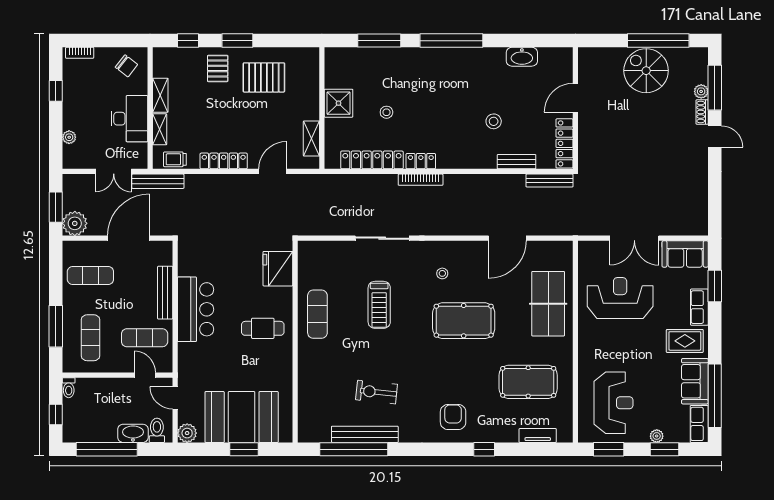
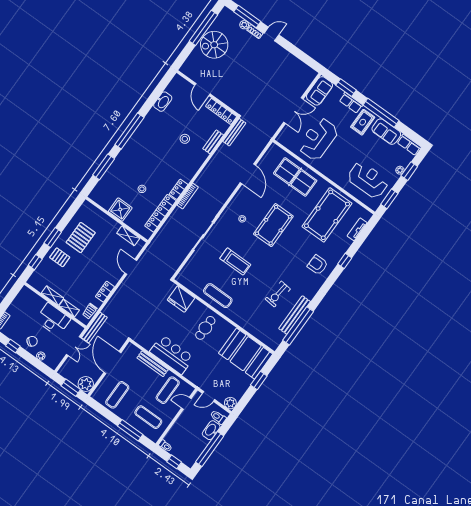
chair: (126, 66) -> (32, 341), moved
locker: (224, 161) -> (105, 292), width x0.66
pool table: (528, 382) -> (327, 215), width x1.36, depth x1.32
window: (715, 396) -> (381, 113), moved
booth: (242, 417) -> (246, 354), moved, turned 90

